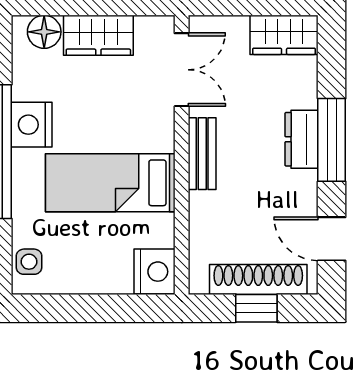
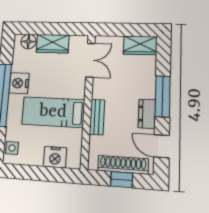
dresser: (302, 139) -> (147, 114), moved
bench: (202, 154) -> (97, 117), moved
nightstand: (155, 272) -> (55, 157), moved, turned 90

